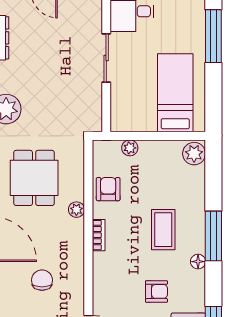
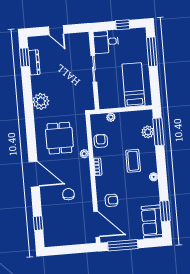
plant: (194, 154) -> (148, 132), moved
window: (213, 236) -> (158, 132), moved
armchair: (156, 291) -> (111, 200), moved

